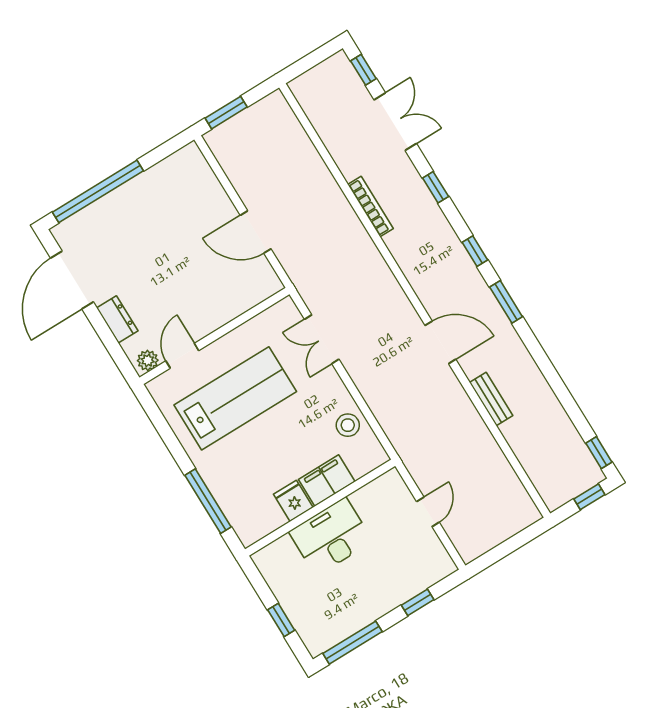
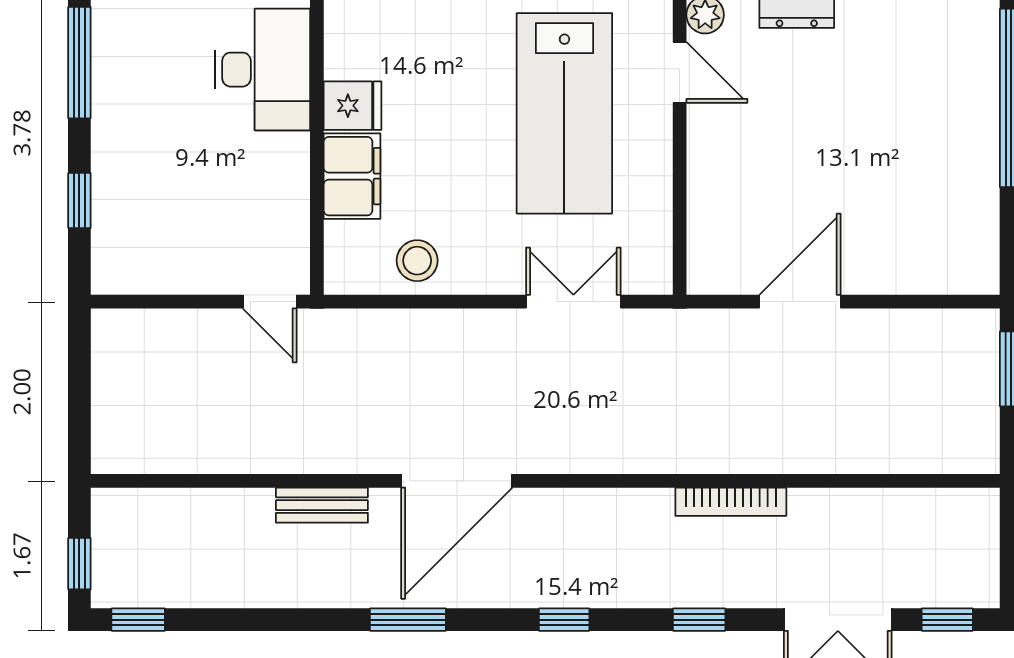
window: (506, 302) -> (408, 620), moved
door: (440, 342) -> (457, 481), width x1.36
door: (428, 512) -> (270, 302), moved
desk: (331, 537) -> (262, 70), moved

